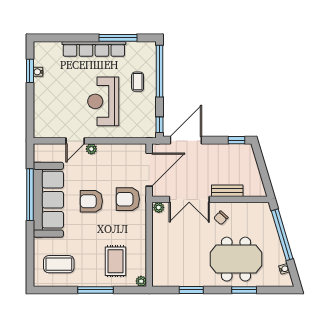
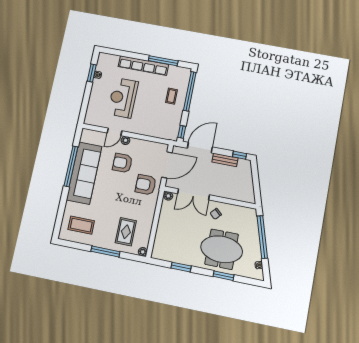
reception desk: (103, 101) -> (123, 98), moved
bench: (227, 191) -> (225, 160), moved
armchair: (91, 201) -> (122, 163), moved

